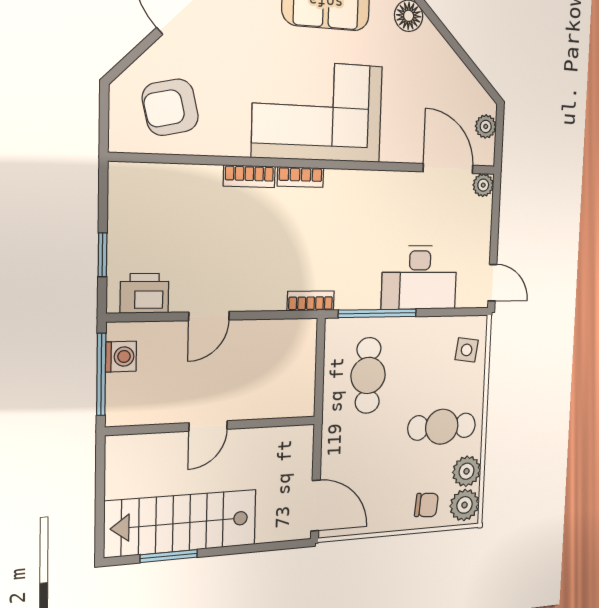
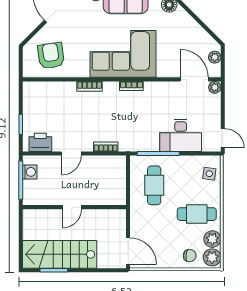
armchair: (170, 107) -> (51, 56), turned 95
bookcase: (300, 177) -> (131, 86), moved
bookcase: (311, 301) -> (106, 147), moved

